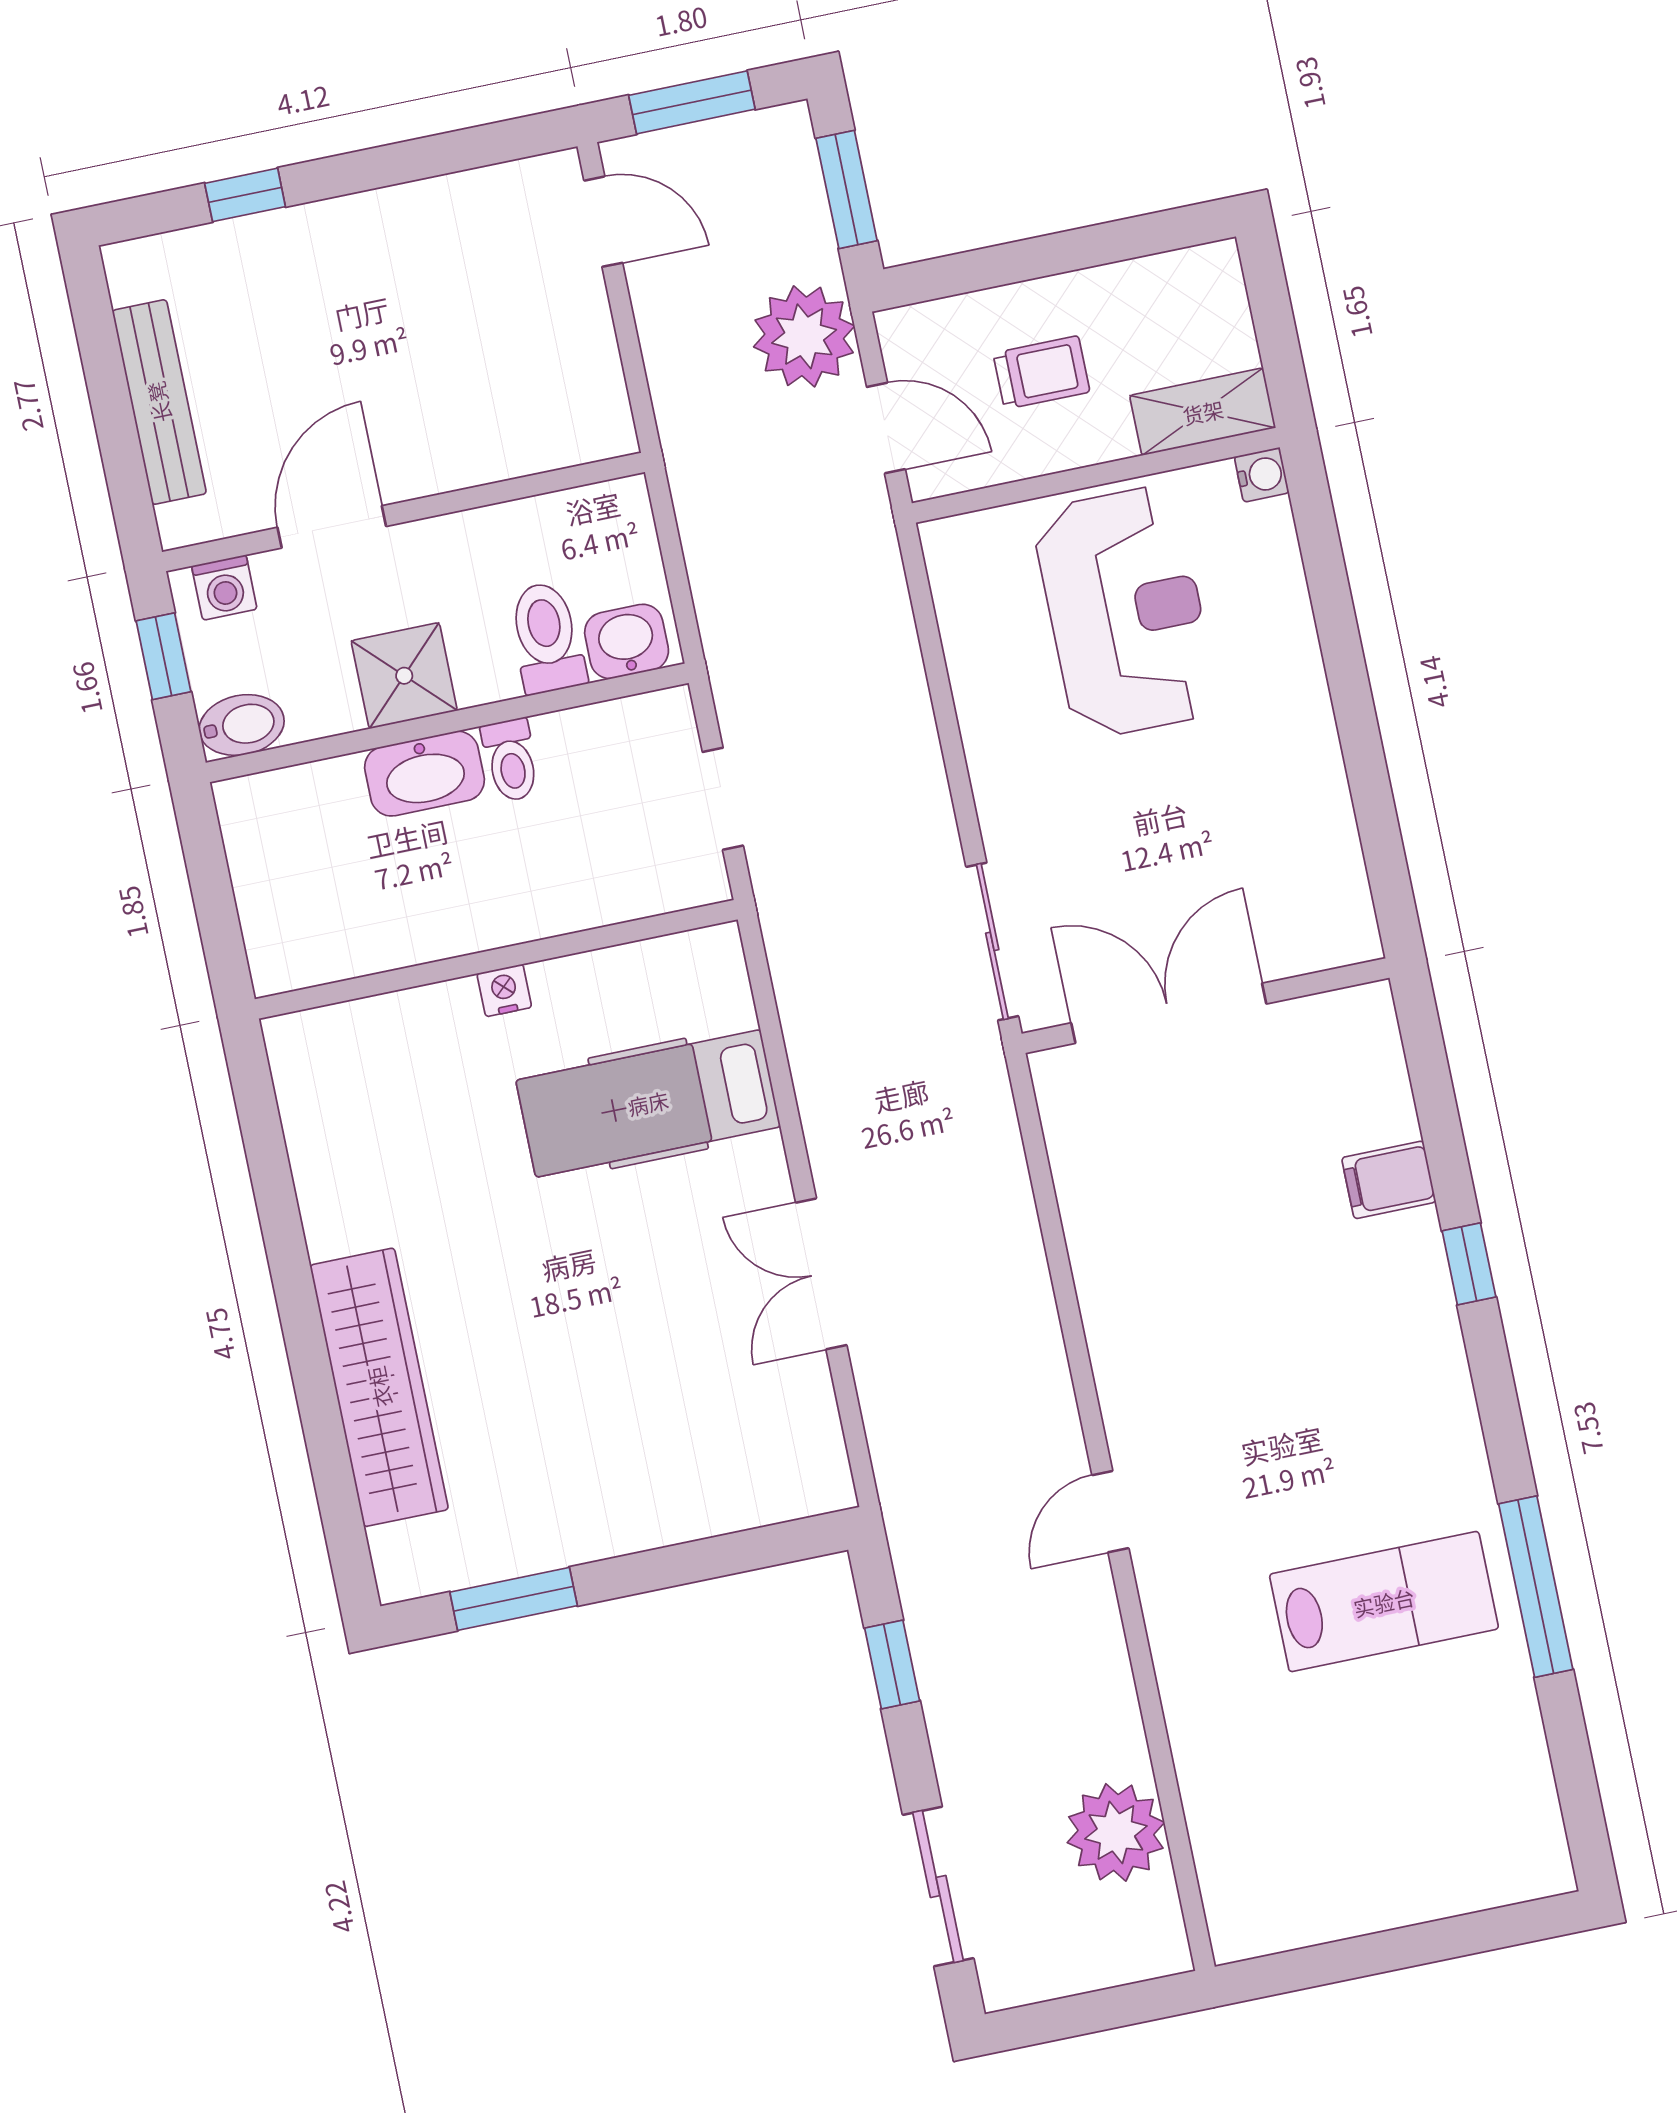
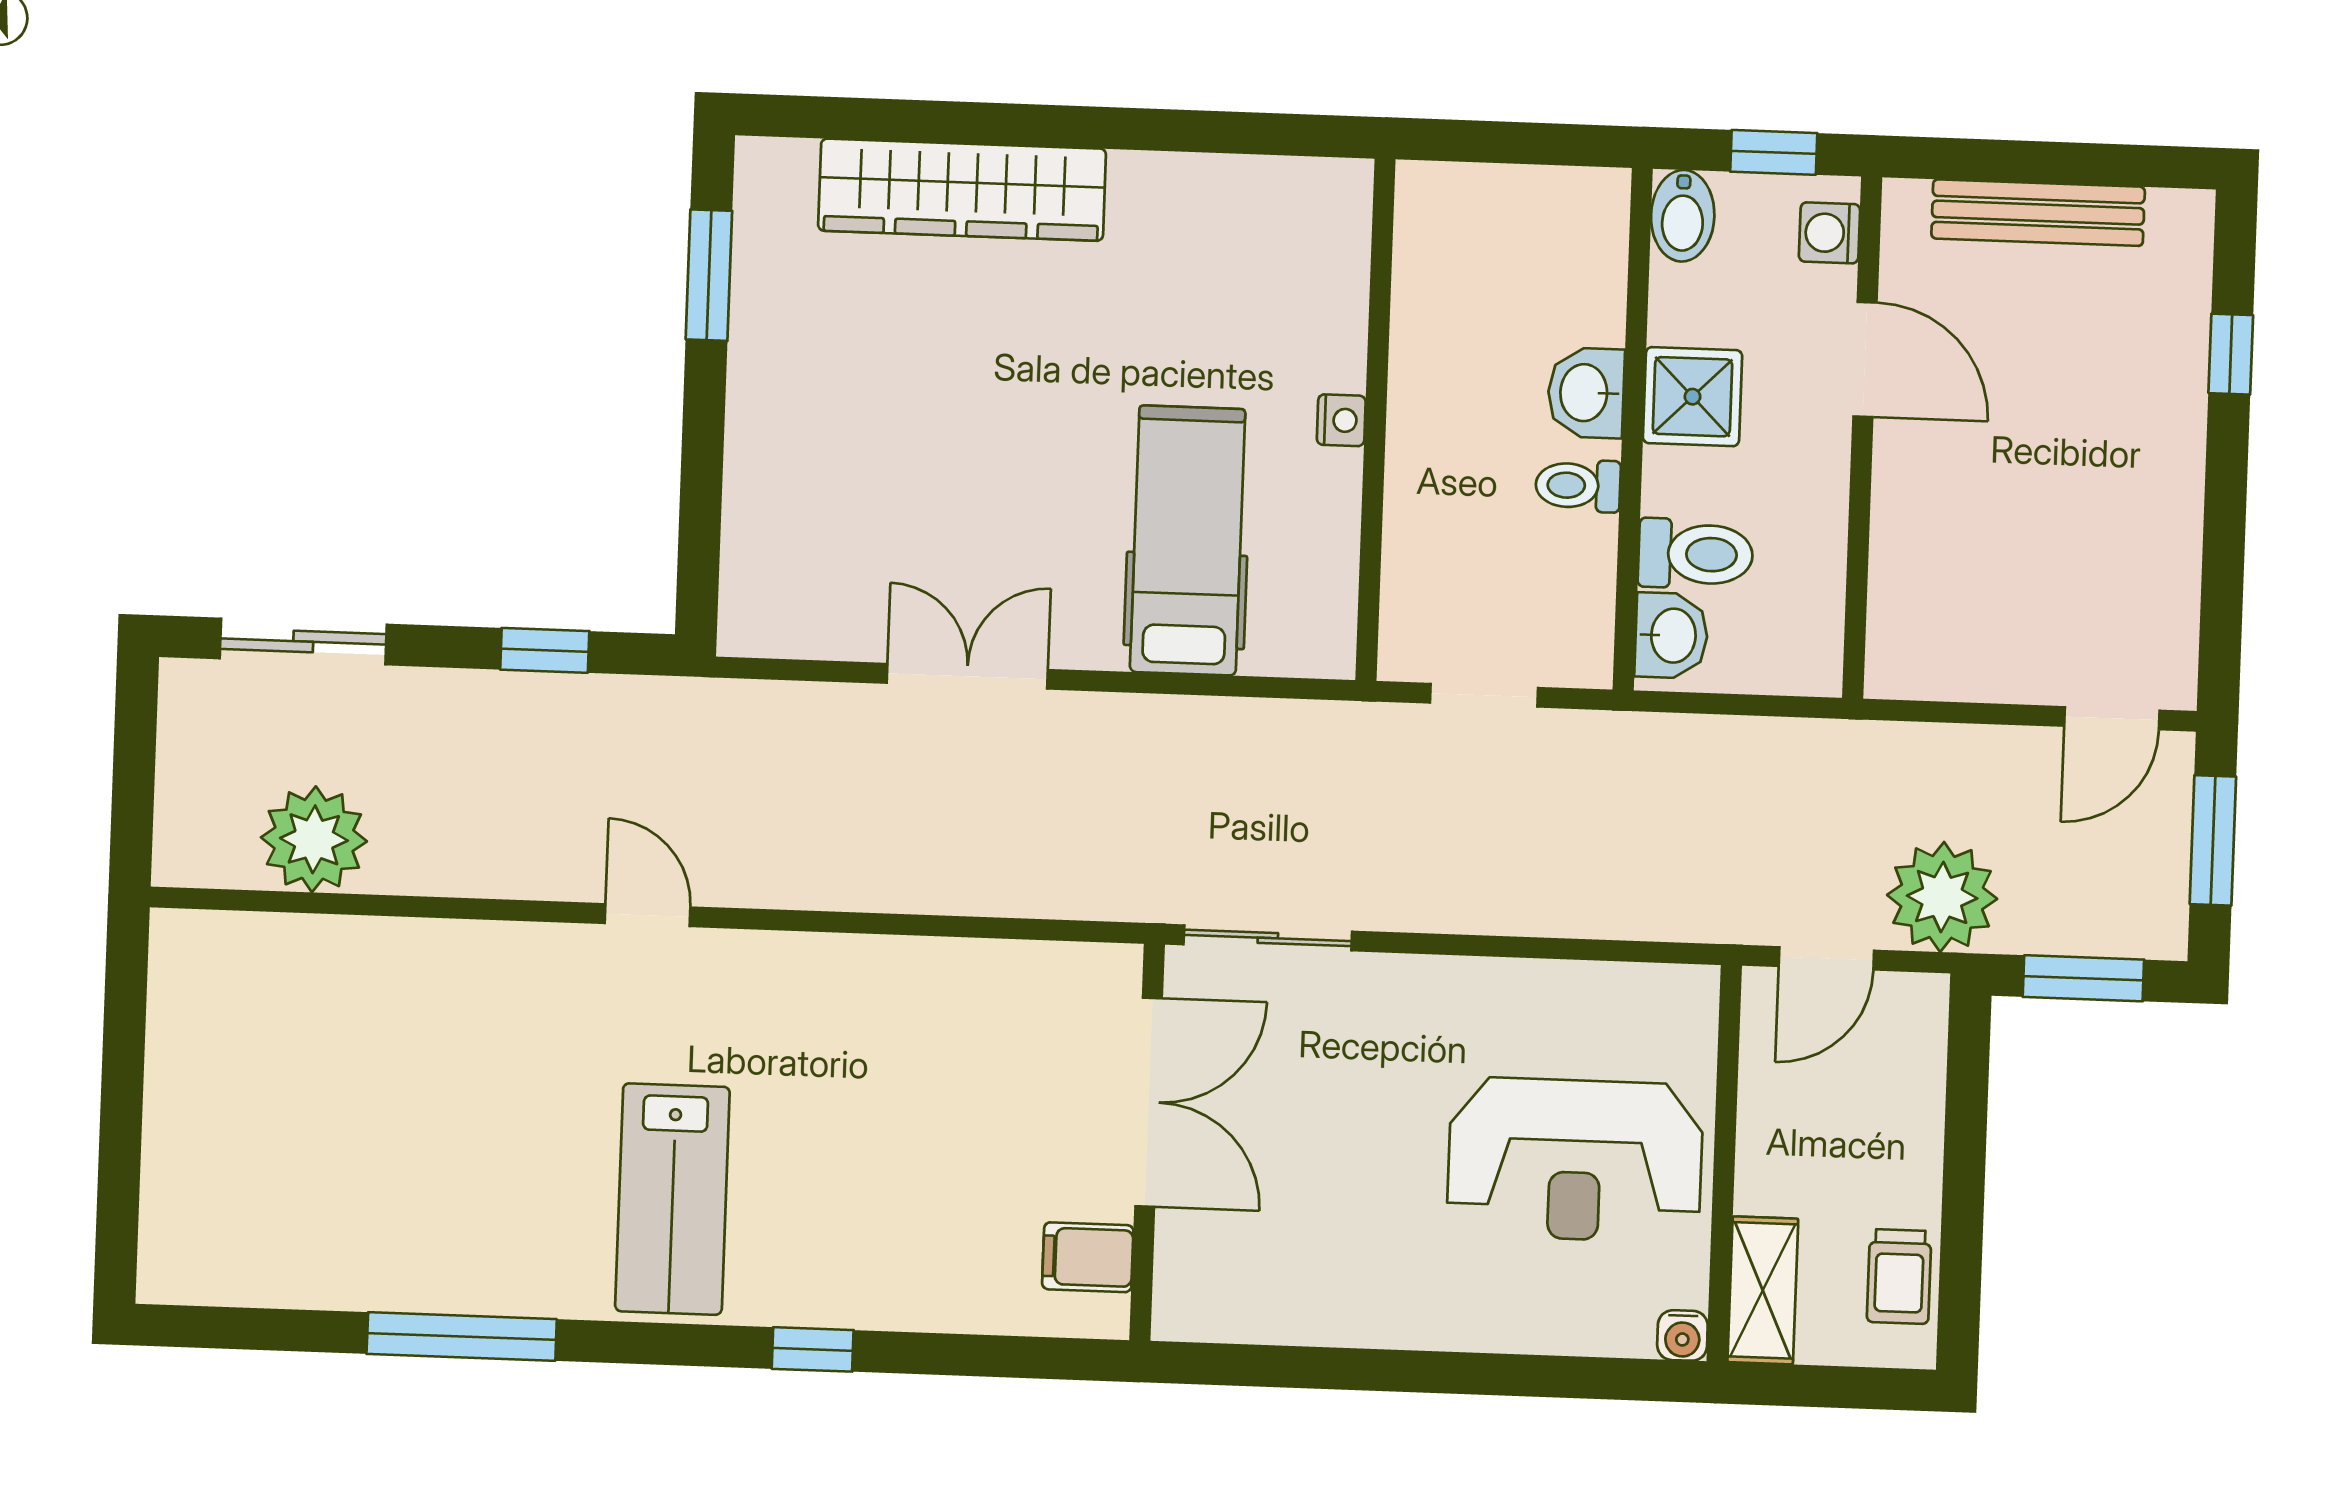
trolley: (1041, 373) -> (1899, 1276), moved
washbasin: (425, 774) -> (1586, 393), width x0.72
filing cabinet: (1389, 1180) -> (1088, 1257), moved, turned -90
lab bench: (1384, 1602) -> (672, 1199), moved

